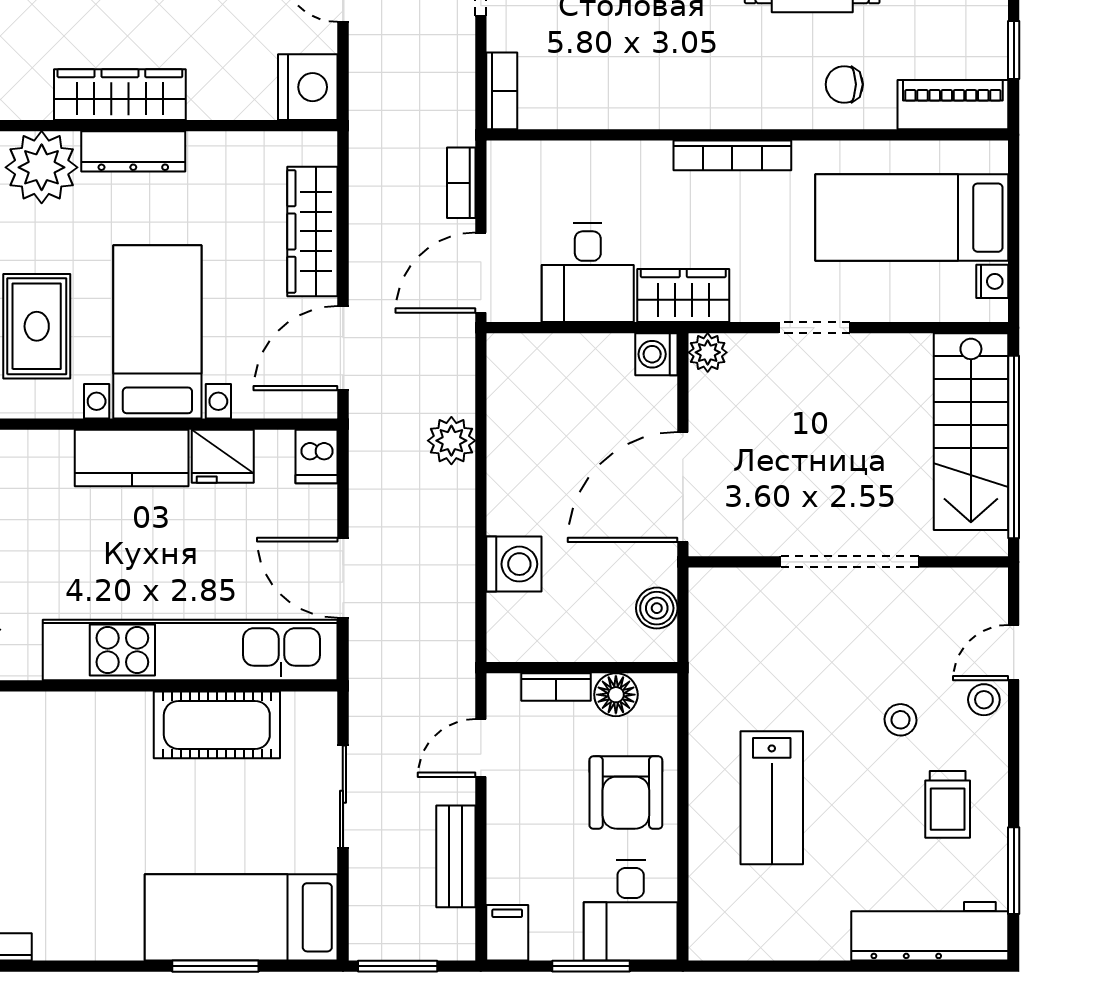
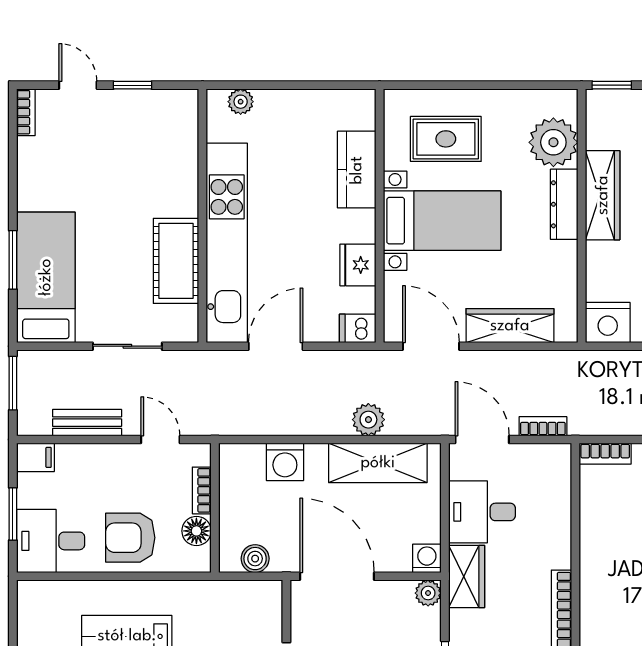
shelving: (515, 427) -> (378, 463), added
kitchen counter: (132, 458) -> (357, 170), moved

